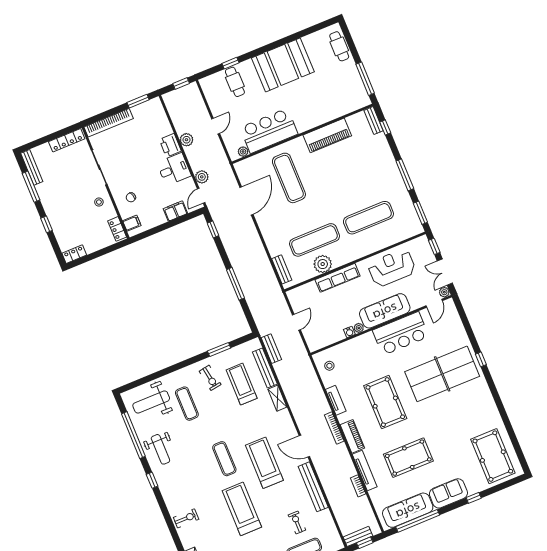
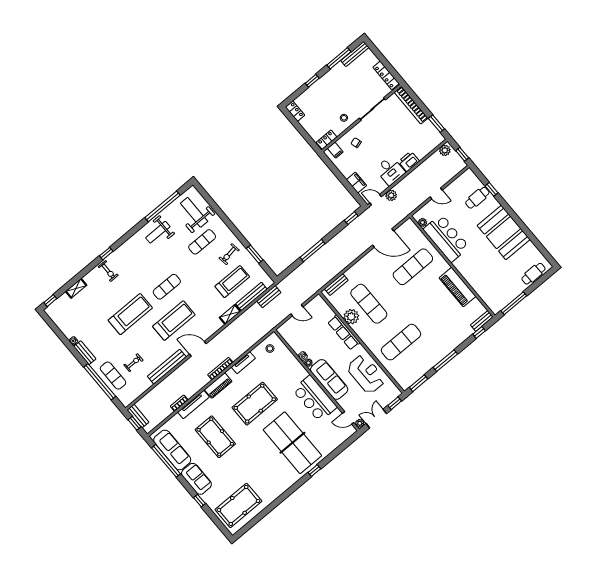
plant: (186, 140) -> (445, 150), moved
exercise mat: (368, 218) -> (401, 342), turned 90
door: (304, 446) -> (198, 349), hinge flipped
window: (152, 480) -> (106, 254), moved

